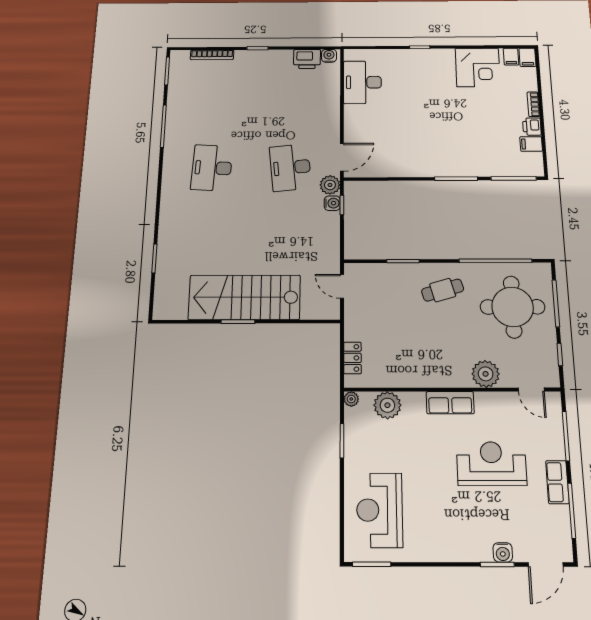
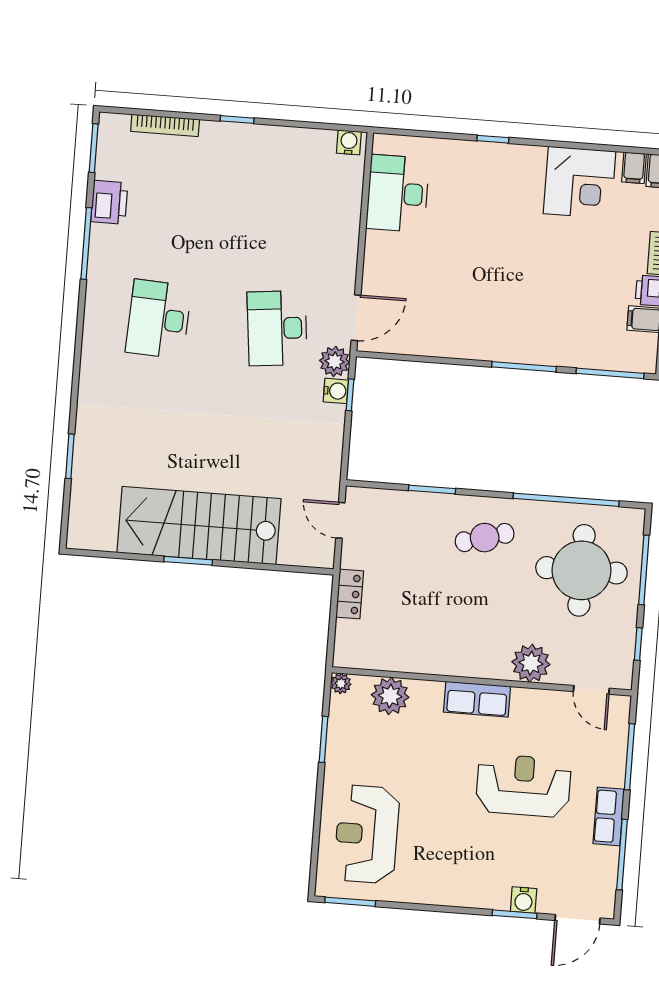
printer: (307, 59) -> (109, 202), moved, turned -90
locker: (352, 358) -> (350, 594), moved

